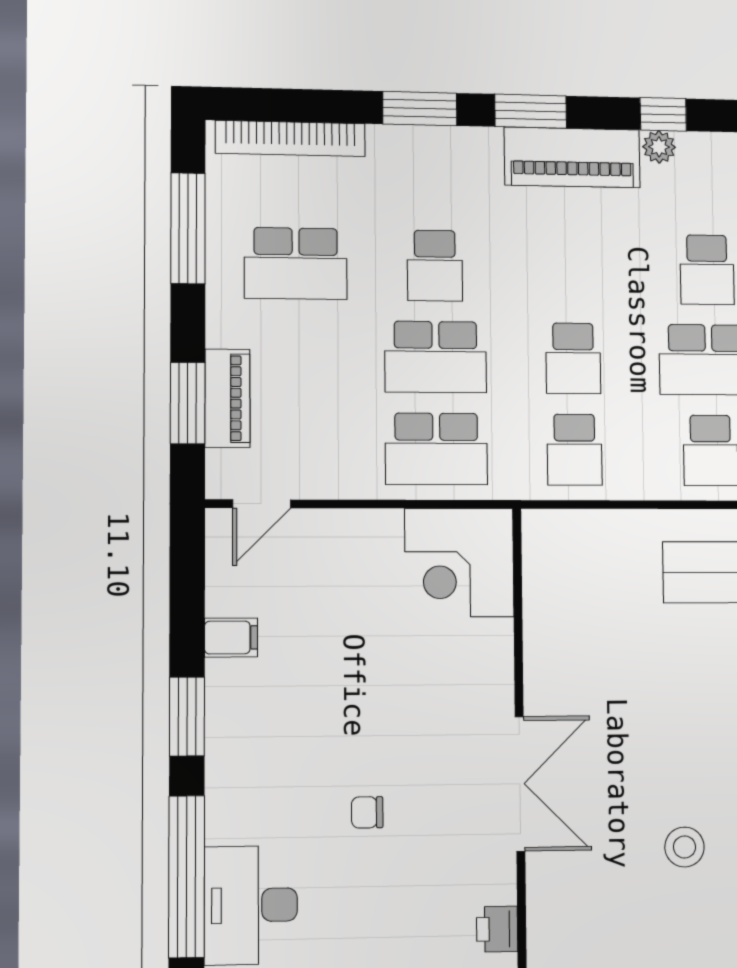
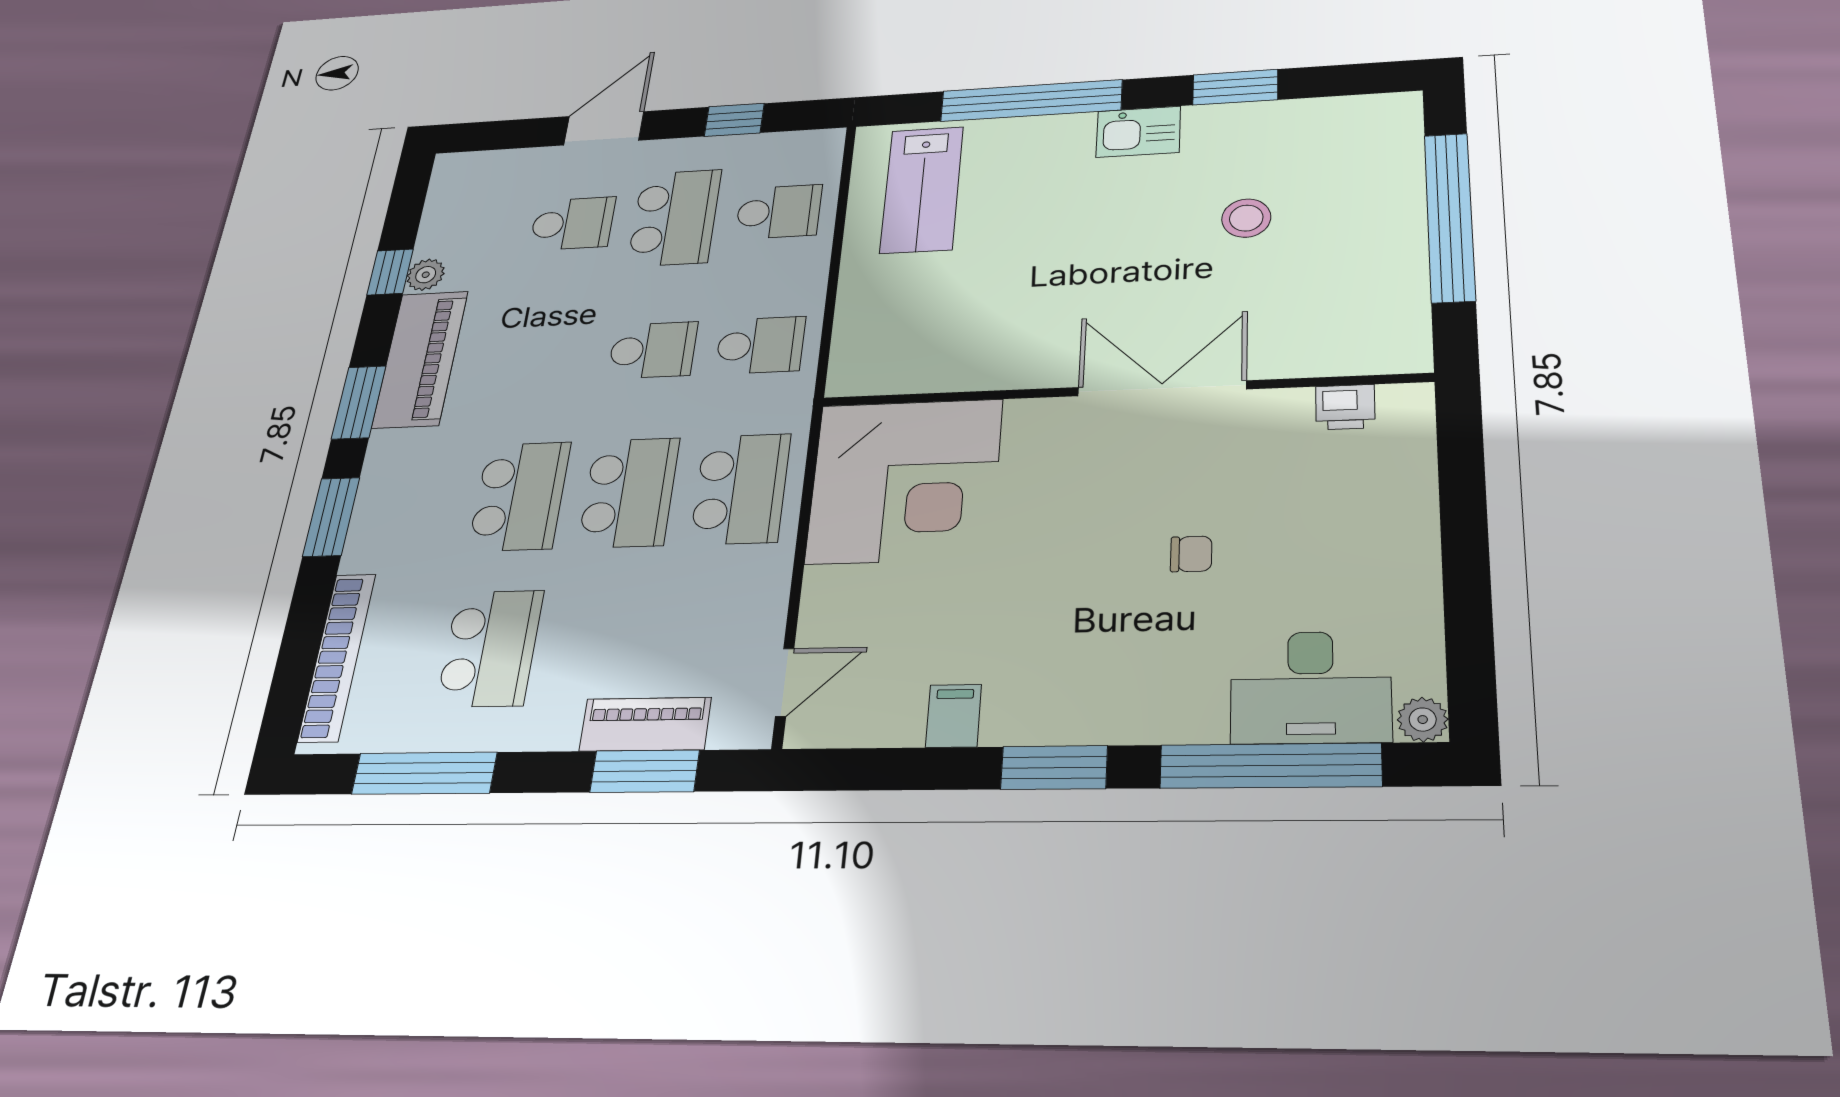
school desk: (435, 266) -> (520, 496), width x1.85
door: (262, 504) -> (785, 682), hinge flipped
corner desk: (459, 563) -> (905, 481), width x1.36, depth x1.36
chair: (367, 812) -> (1191, 554), turned -90

